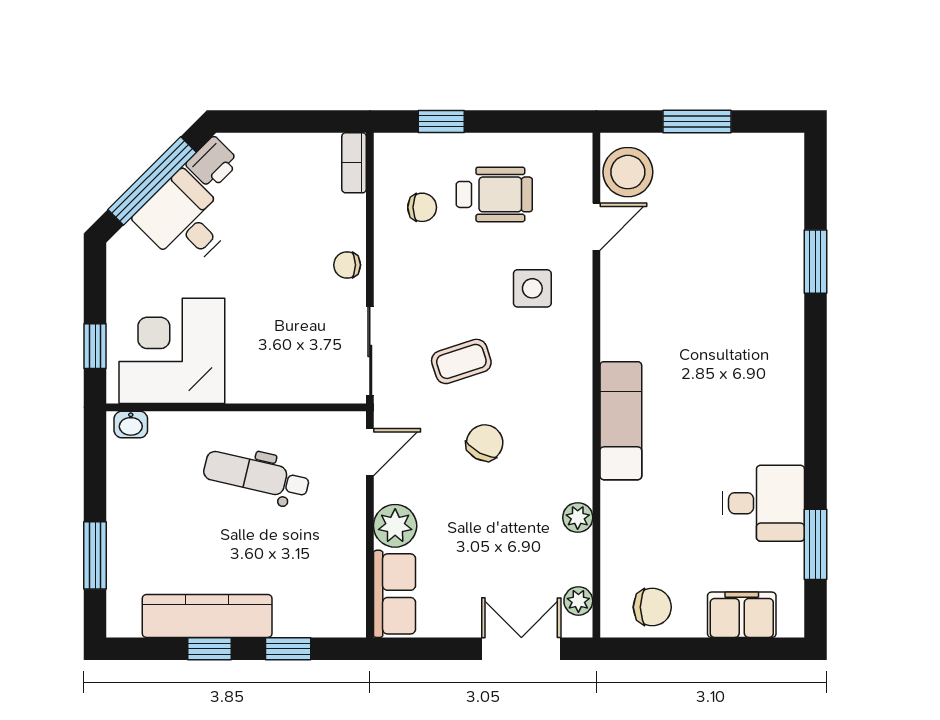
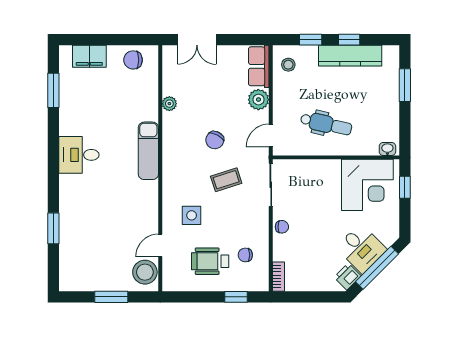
desk: (763, 503) -> (79, 155), moved
stool: (334, 597) -> (288, 65), added
plant: (578, 601) -> (169, 63), removed

